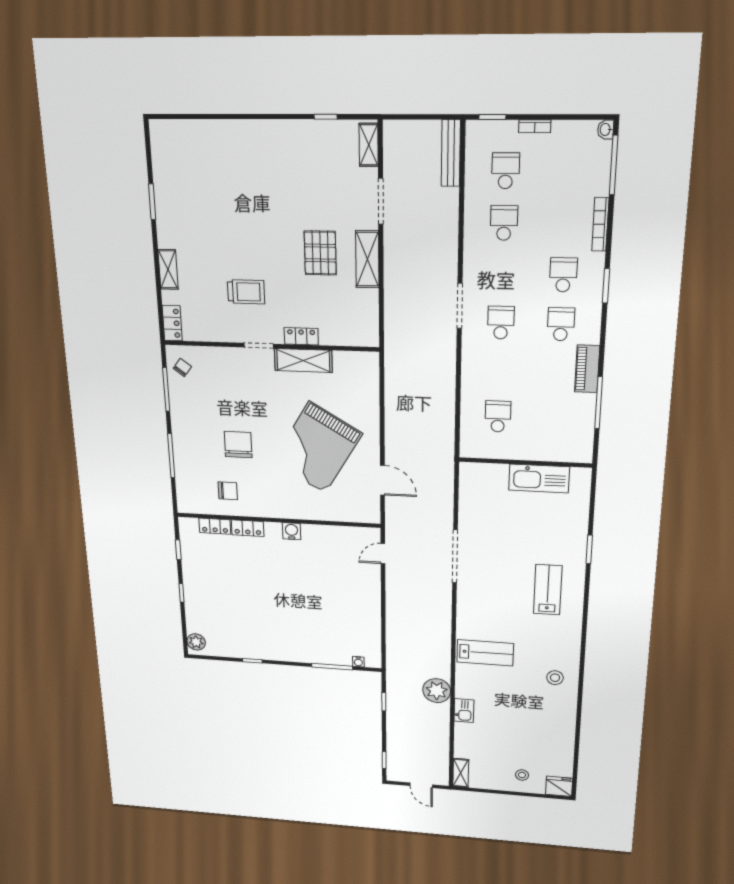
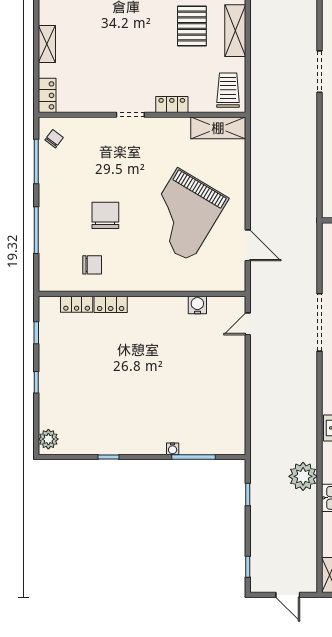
trolley: (246, 292) -> (228, 90), moved, turned -90
shelving: (303, 360) -> (218, 128), moved
water cooler: (292, 531) -> (197, 305), moved
water cooler: (358, 662) -> (173, 449), moved

